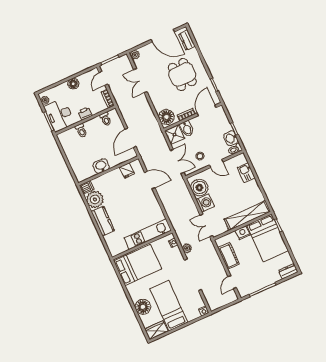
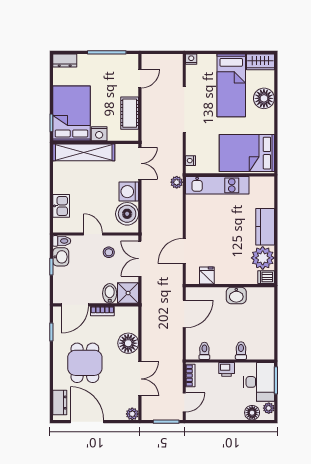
floor lamp: (73, 84) -> (252, 413), moved
floor lamp: (166, 117) -> (128, 343), moved
door: (150, 180) -> (184, 251), hinge flipped
plant: (187, 248) -> (177, 182), moved

